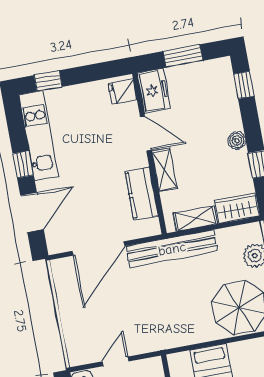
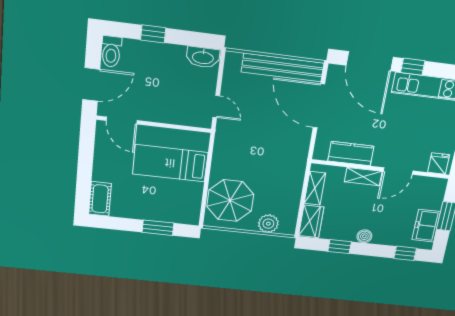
freezer: (154, 91) -> (426, 226), moved, turned 90
door: (32, 212) -> (370, 61), width x1.36
bench: (172, 249) -> (283, 67), moved, turned 90
door: (116, 361) -> (216, 107), moved

